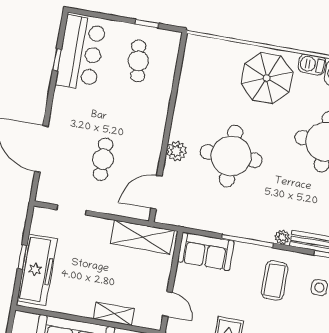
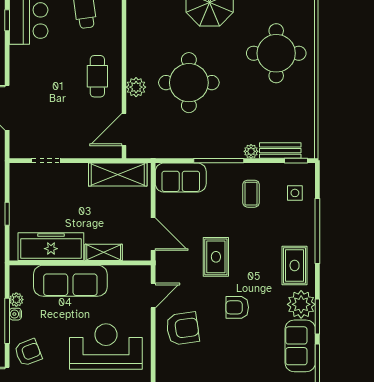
cafe table: (103, 159) -> (97, 76), moved
freezer: (37, 270) -> (51, 247), moved, turned -90
coffee table: (275, 280) -> (251, 194), width x0.73, depth x0.77
door: (167, 304) -> (153, 234), width x1.38

